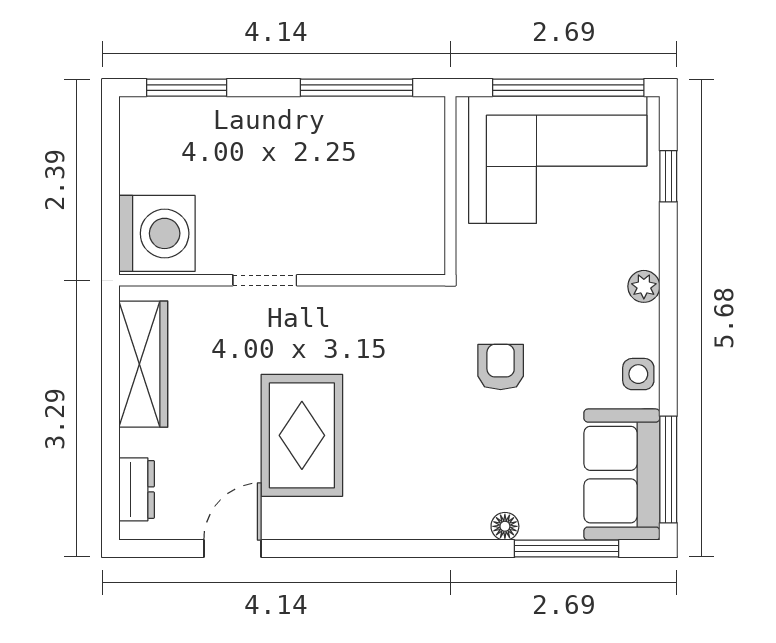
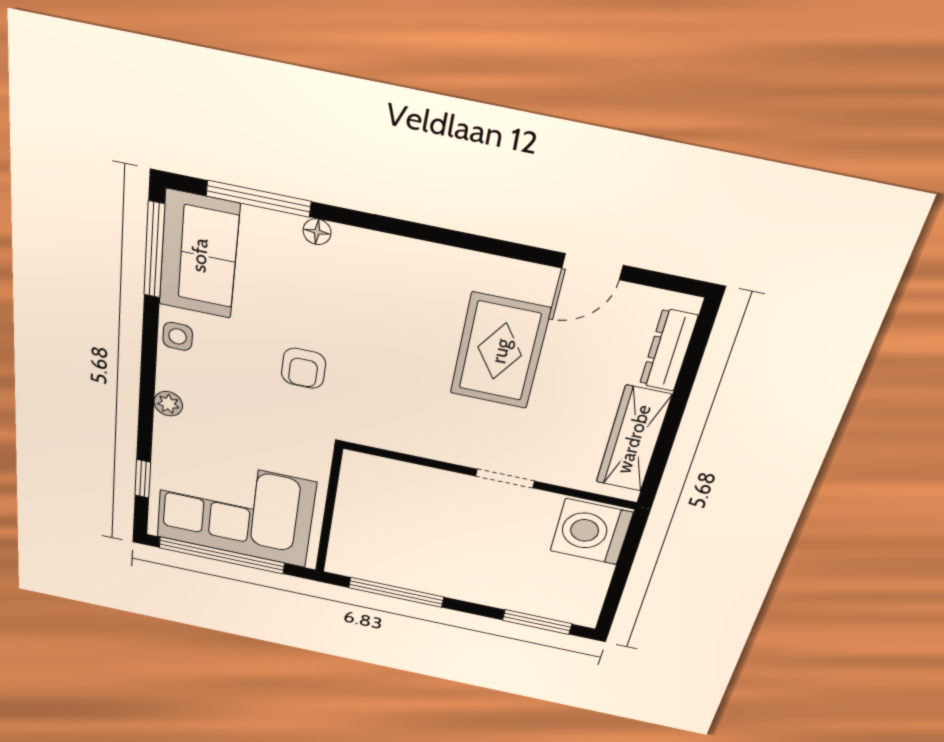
dresser: (137, 489) -> (669, 350), width x1.44

